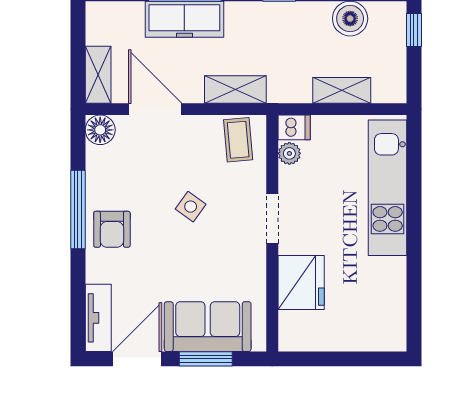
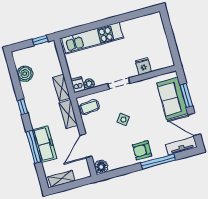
window: (414, 30) -> (40, 40), moved
shelving: (98, 75) -> (61, 179), moved
shelving: (342, 90) -> (62, 88), moved
window: (78, 210) -> (158, 161), moved
armchair: (112, 229) -> (142, 150), turned 180
fridge: (301, 282) -> (143, 66), width x0.53, depth x0.75

